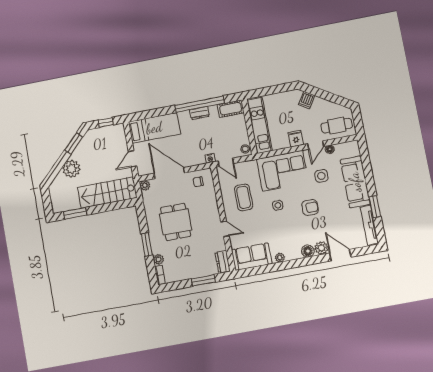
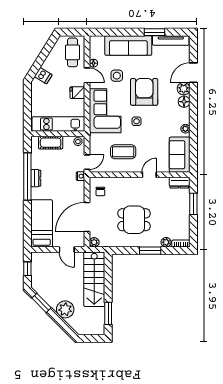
cot: (231, 109) -> (51, 143), moved, turned 90
armchair: (310, 208) -> (144, 92), width x1.88, depth x1.88

